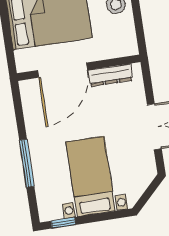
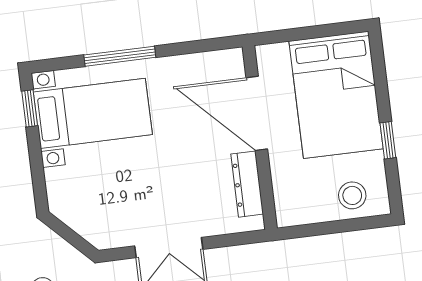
bed with nightstands: (91, 176) -> (93, 113), moved

